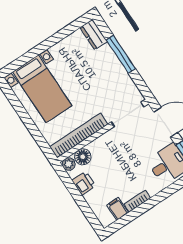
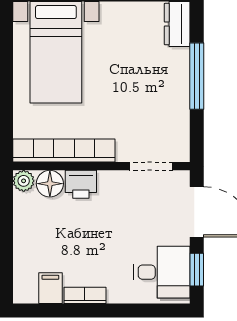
doorway: (128, 114) -> (151, 166), width x0.73
printer: (84, 183) -> (81, 184), moved, turned 90

